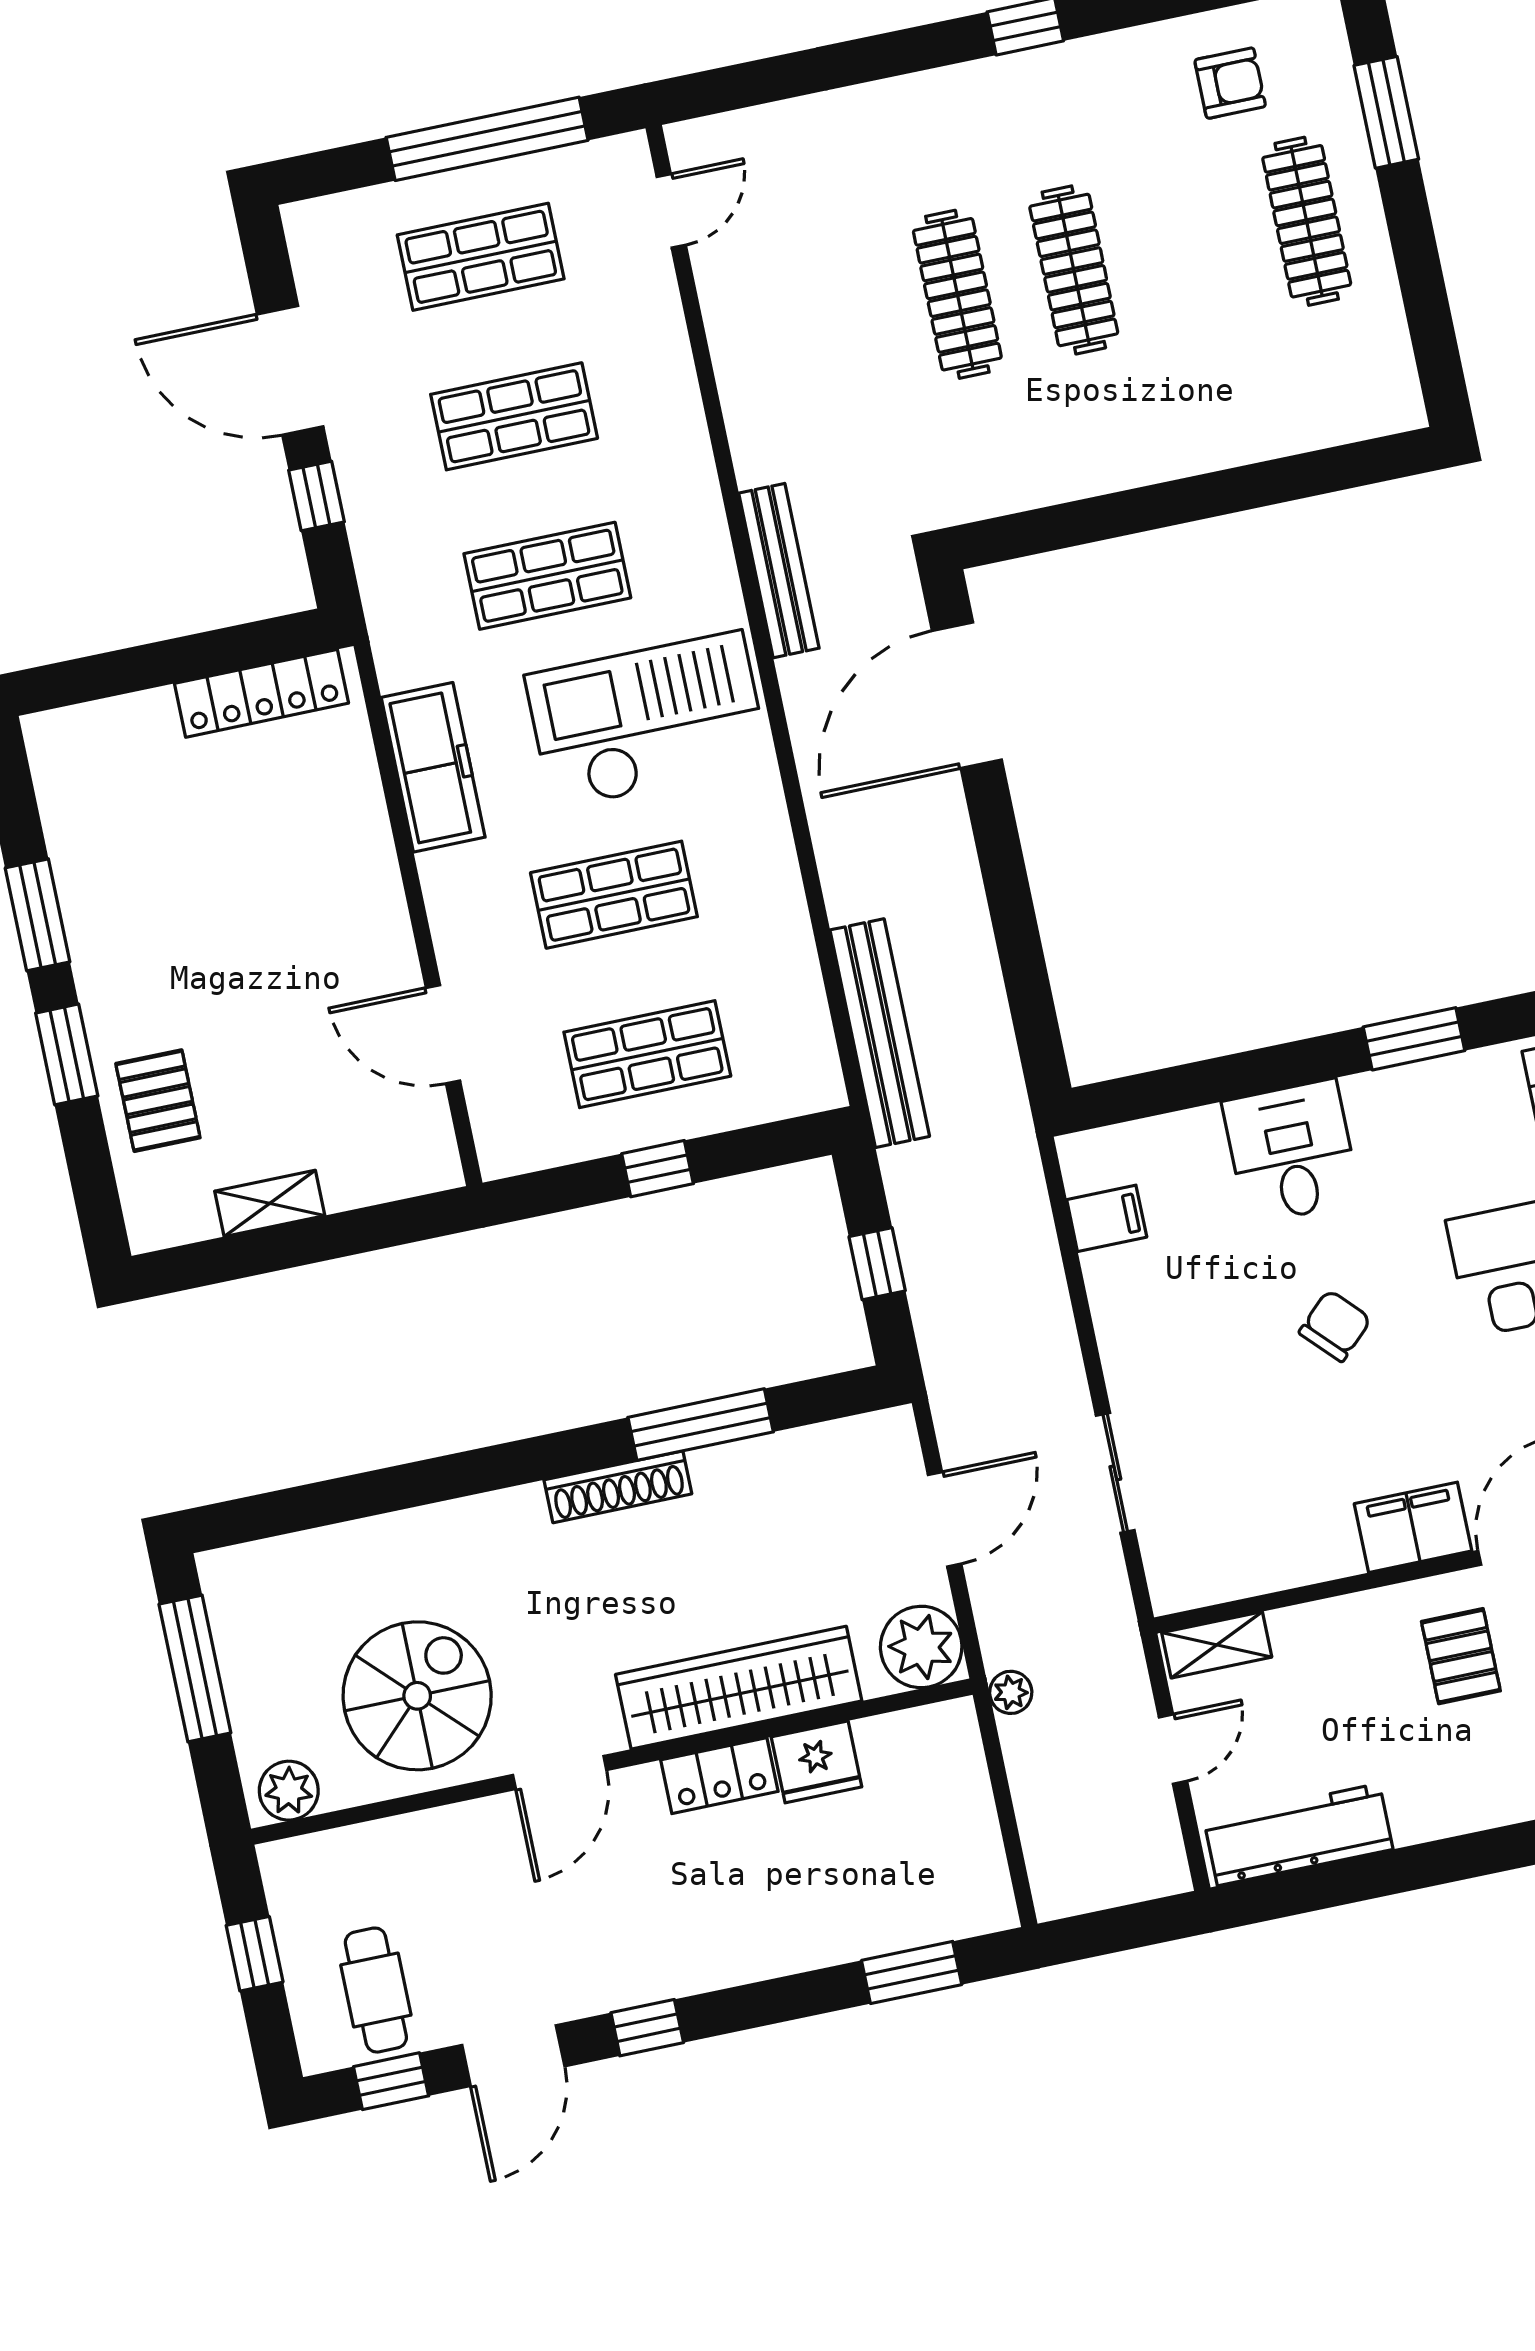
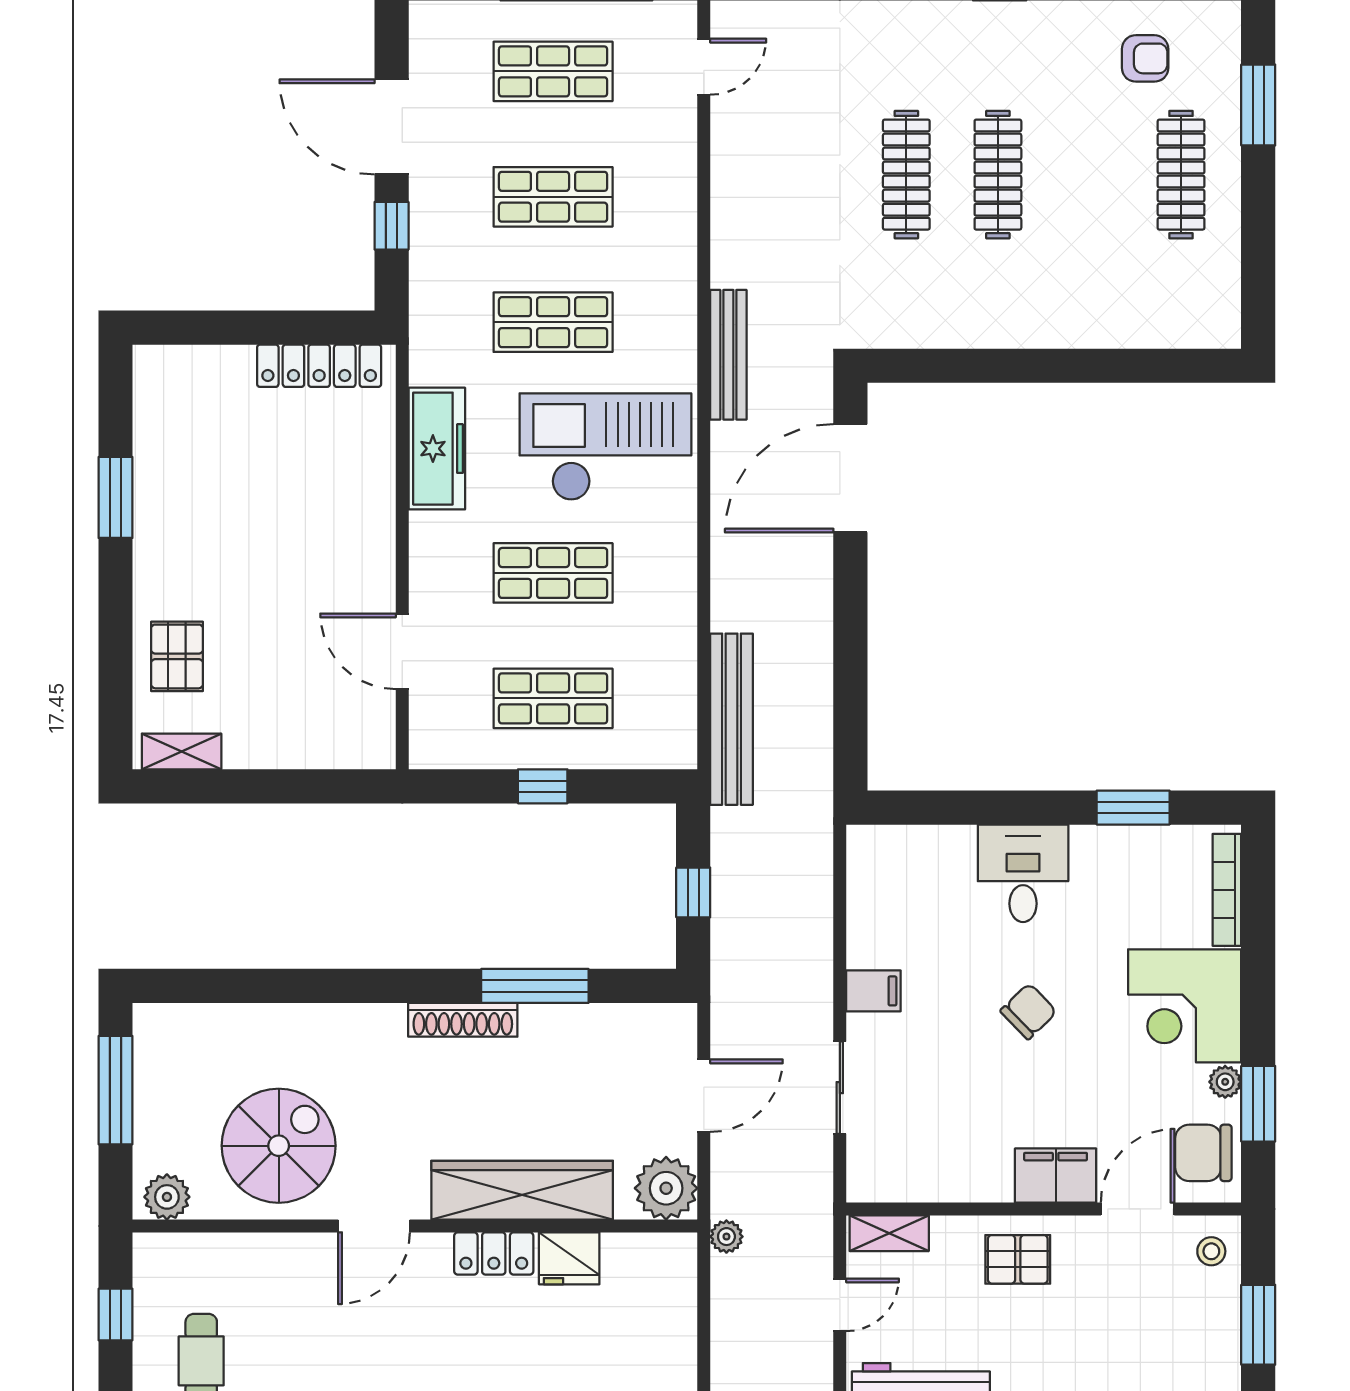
window: (67, 1054) -> (115, 607), removed
shelving: (270, 1203) -> (182, 751), moved
filing cabinet: (1107, 1218) -> (873, 991), moved
pallet: (1461, 1656) -> (1018, 1259), moved, turned 90

